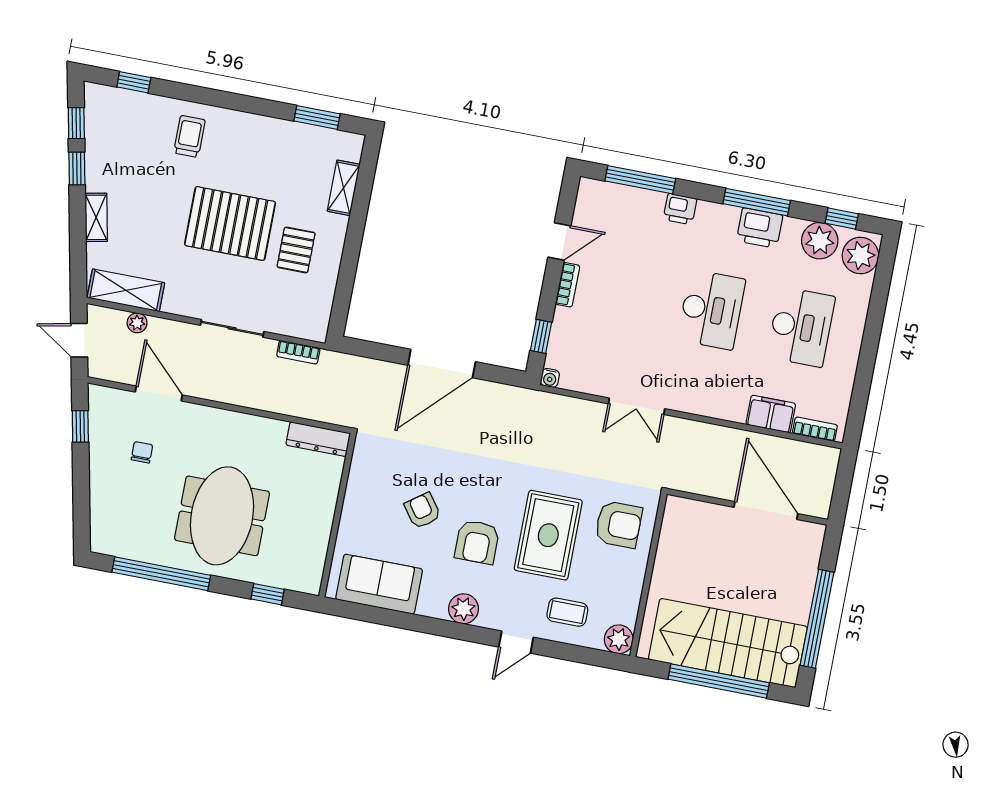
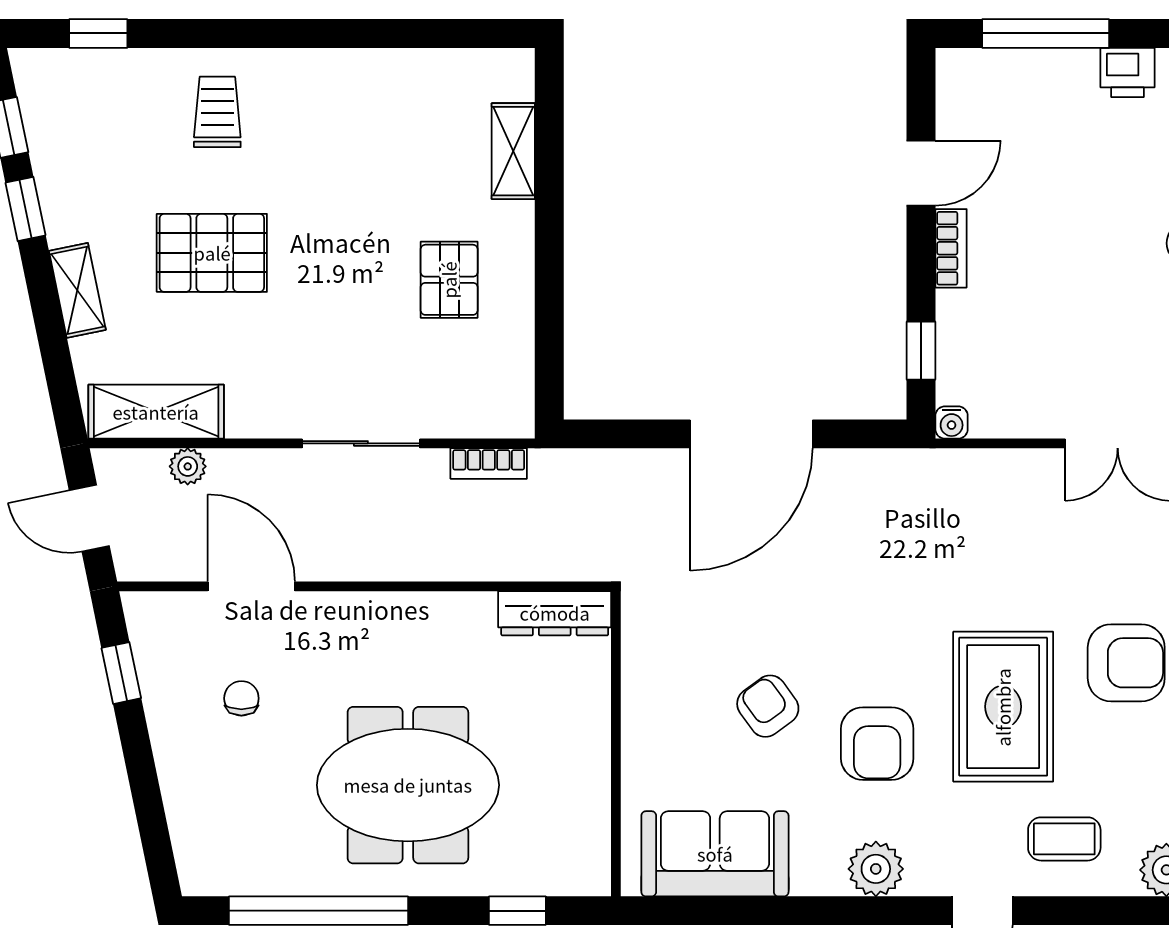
window: (317, 117) -> (441, 33), removed
pallet: (230, 224) -> (212, 253), moved, width x0.73, depth x0.71
meeting table: (222, 516) -> (408, 785), turned 90

